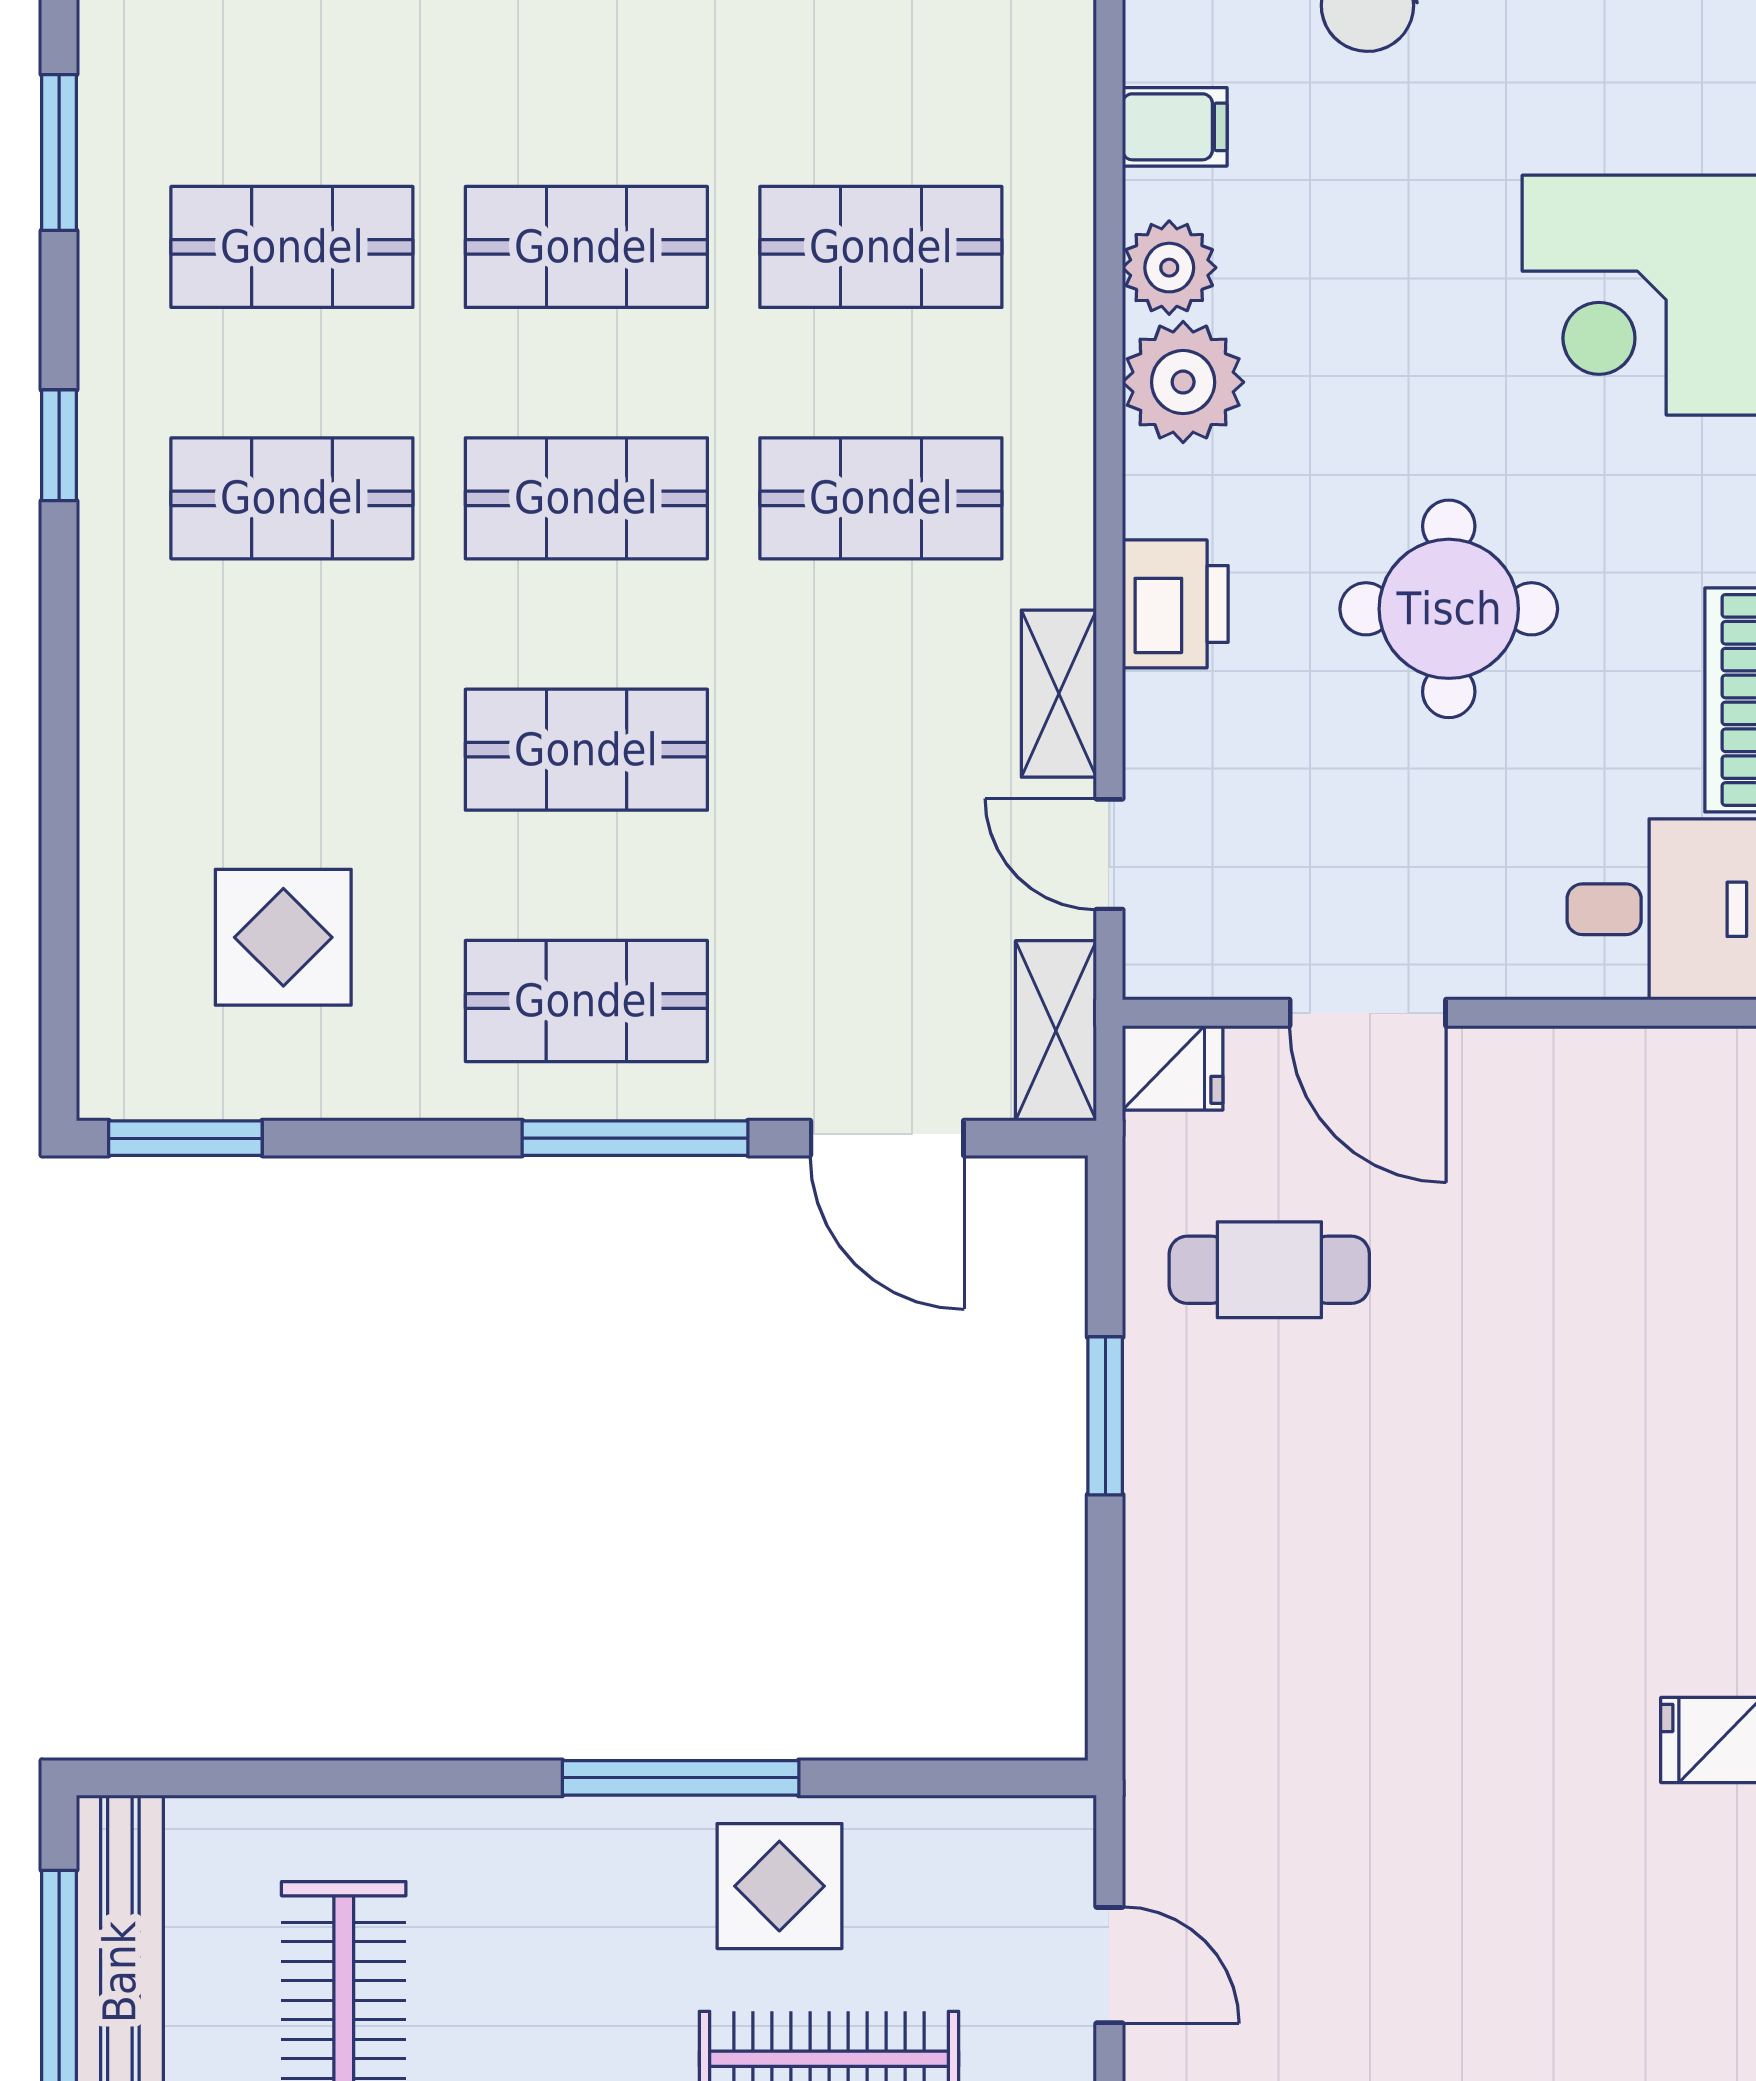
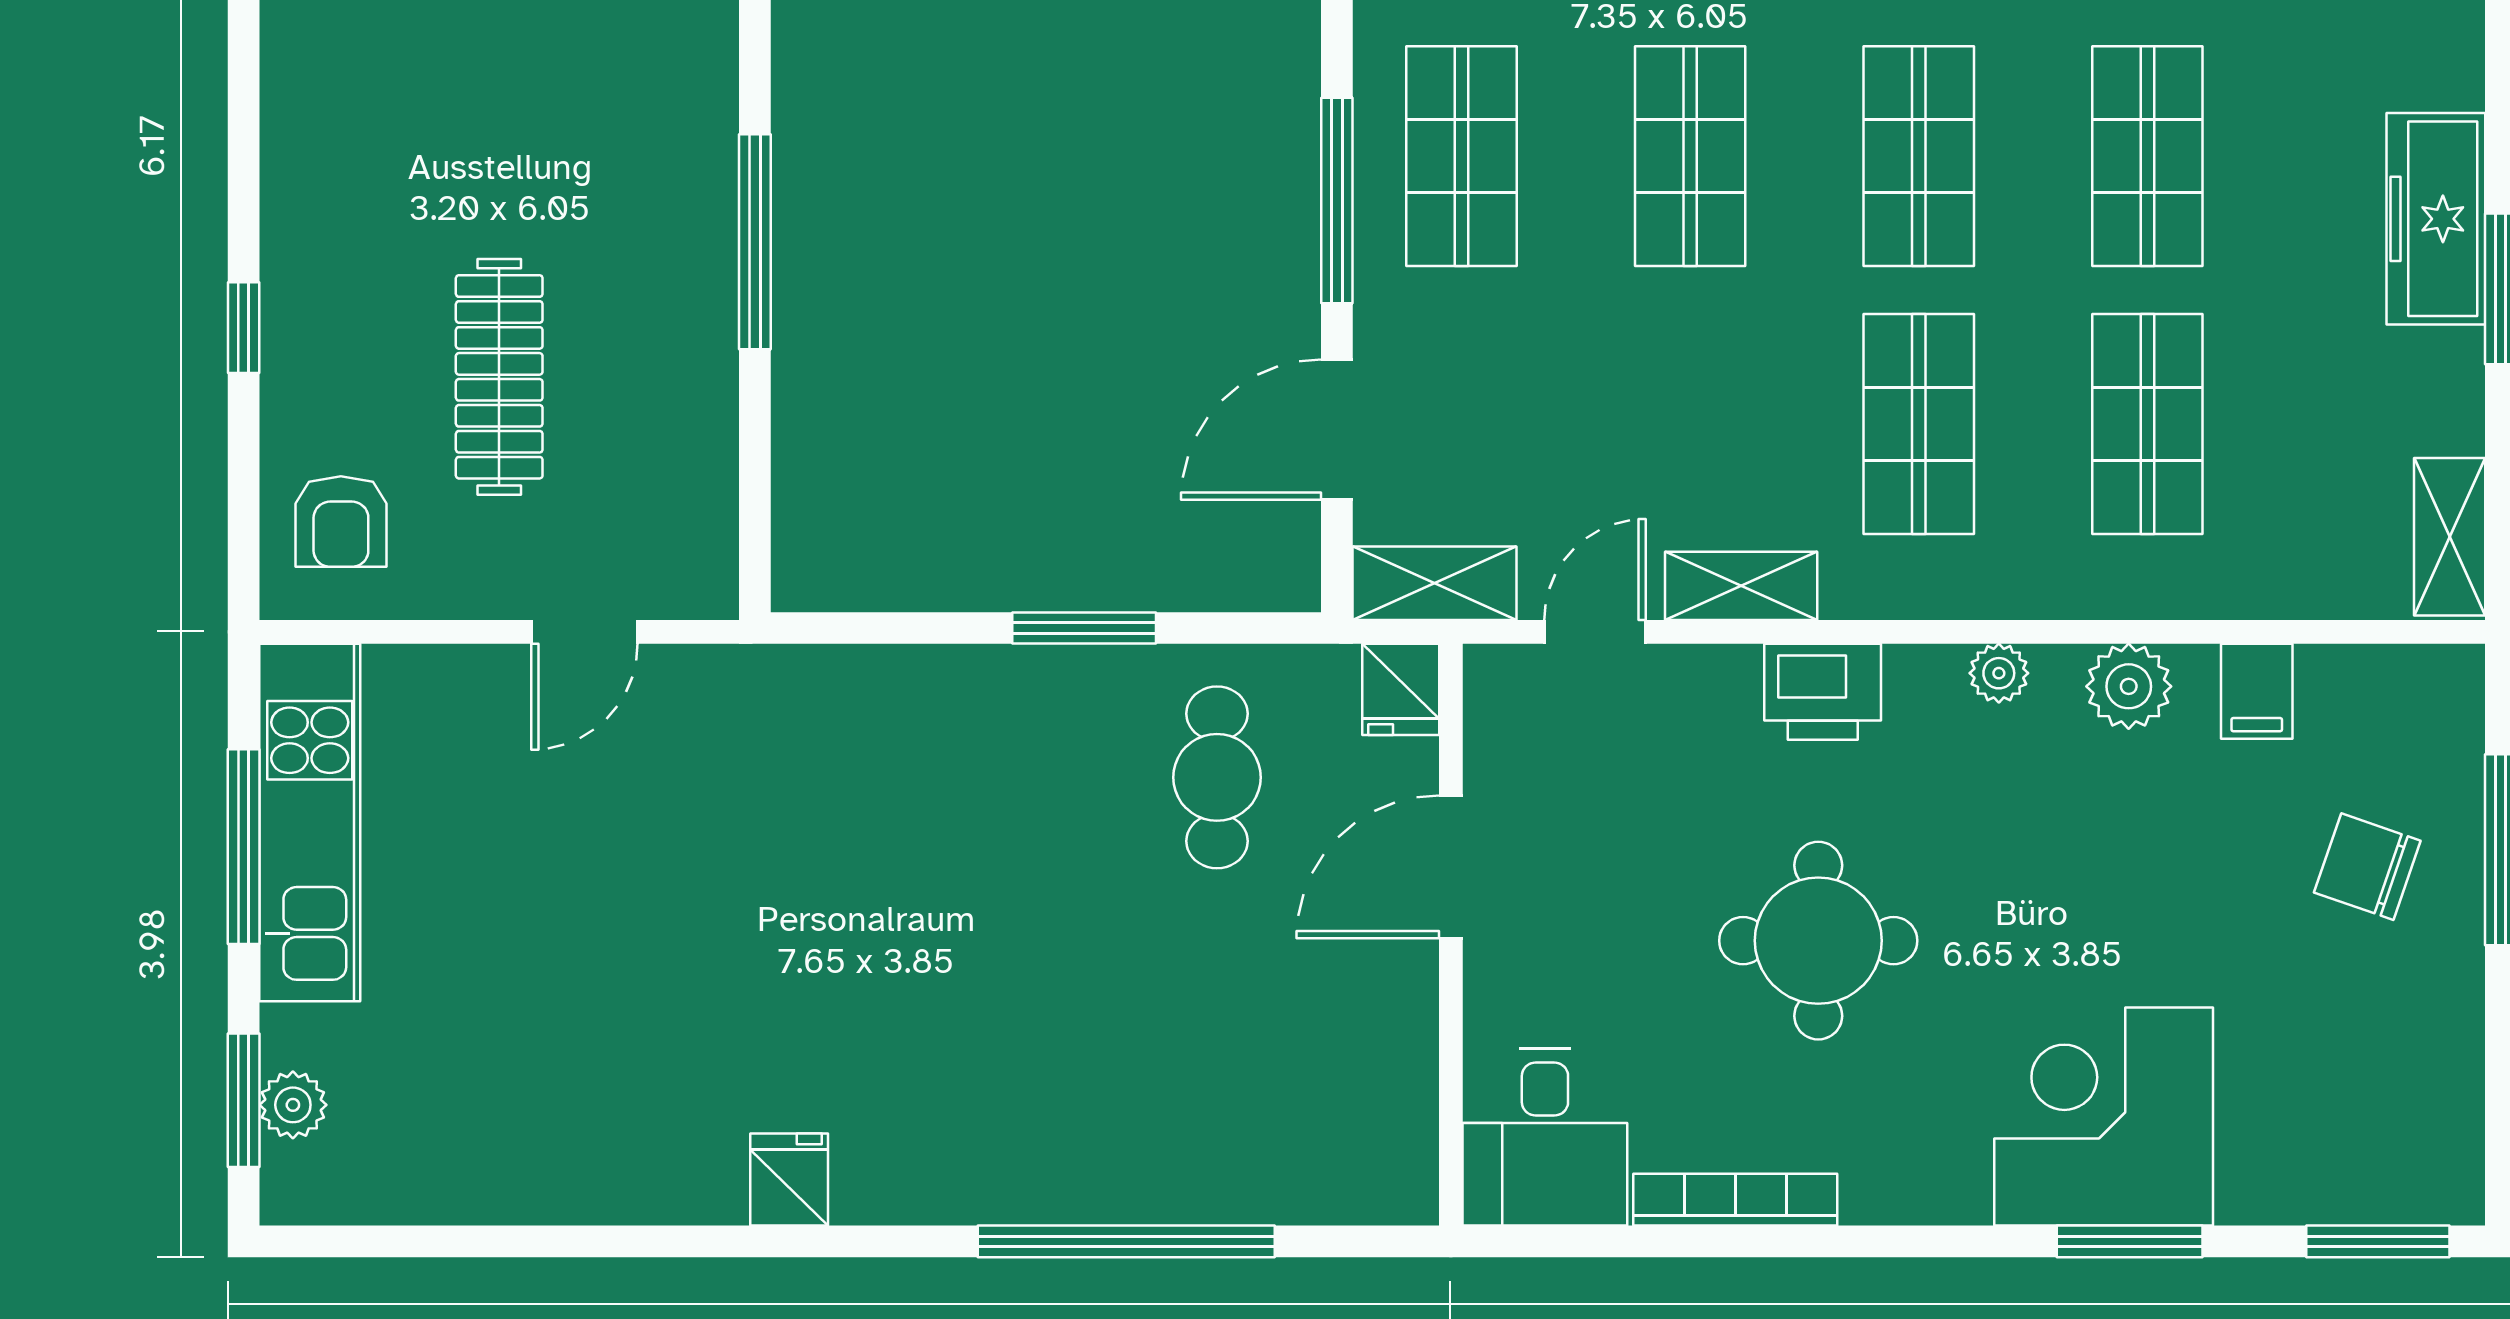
plant: (1183, 382) -> (1999, 673), width x0.53, depth x0.53
display table: (779, 1886) -> (656, 332), removed

